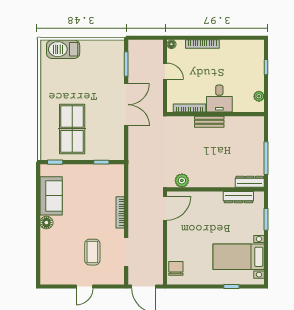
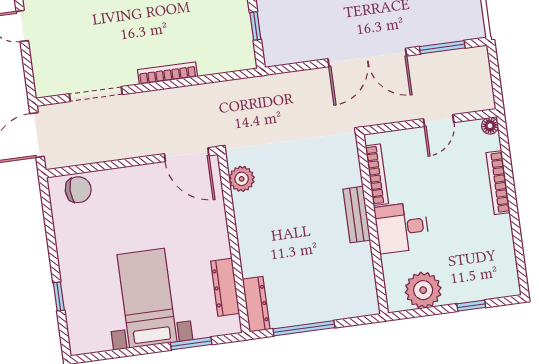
plant: (259, 96) -> (423, 290), width x1.87, depth x1.87
coffee table: (92, 252) -> (88, 32), removed
bed with nightstands: (239, 257) -> (147, 298), moved

